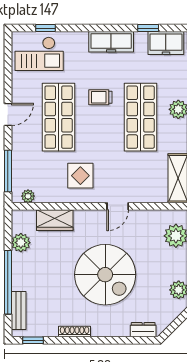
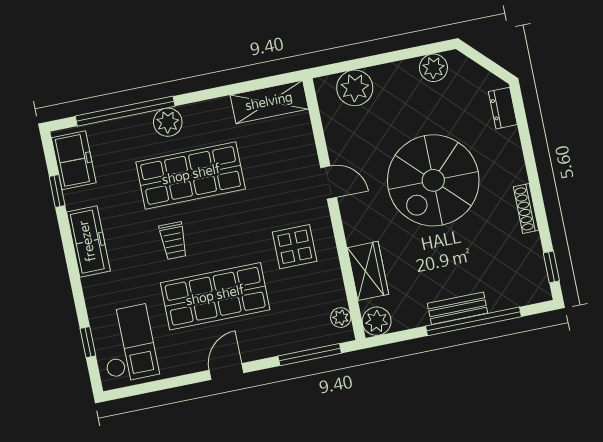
door: (8, 115) -> (226, 372), hinge flipped
plant: (21, 243) -> (377, 321), moved
spiral stairs: (105, 275) -> (433, 180), turned 180
bench: (19, 311) -> (457, 308), moved

